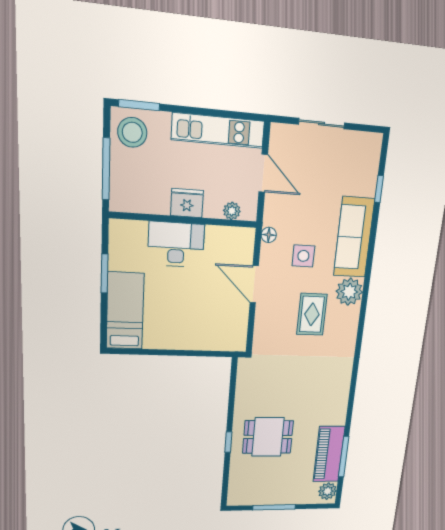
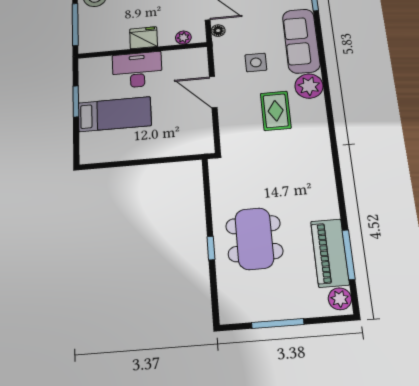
floor lamp: (269, 235) -> (218, 31), moved
bed: (125, 311) -> (115, 114), moved, turned 90
dining table: (268, 437) -> (254, 239), width x1.38

